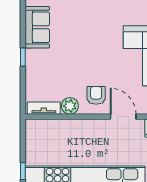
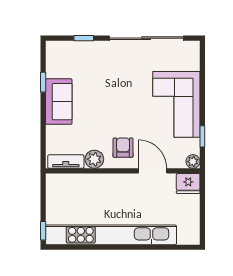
sofa: (37, 27) -> (59, 102), moved
window: (23, 57) -> (43, 82), moved

